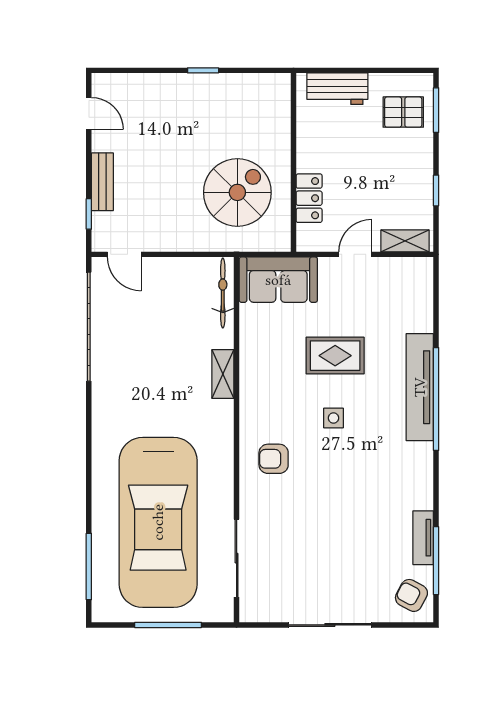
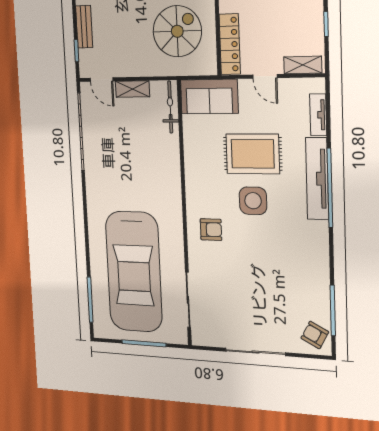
locker: (309, 198) -> (230, 44), width x1.53
door: (355, 254) -> (265, 76), swing flipped
rug: (335, 356) -> (253, 154), width x1.36, depth x1.43
shelving: (223, 374) -> (132, 89), moved, turned 90
side table: (333, 418) -> (253, 201), width x1.87, depth x1.87
armchair: (274, 459) -> (211, 230), turned 180
tv unit: (423, 538) -> (318, 115), moved

